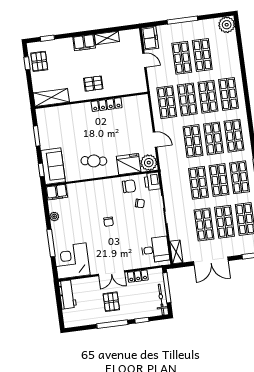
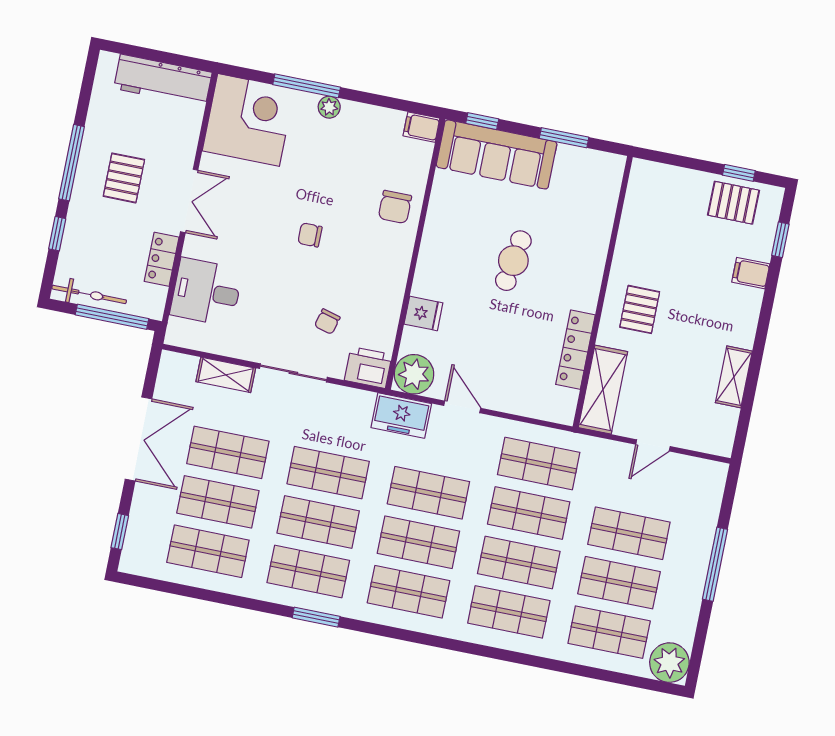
freezer: (150, 38) -> (401, 416), moved
filing cabinet: (84, 43) -> (751, 273), moved, width x0.50
shop shelf: (223, 52) -> (609, 632), added
shelving: (51, 98) -> (603, 390), moved
locker: (107, 105) -> (575, 350), moved
door: (155, 140) -> (462, 407), swing flipped
cafe table: (94, 161) -> (513, 261), moved
fridge: (129, 164) -> (423, 313), width x0.53, depth x0.75
sofa: (53, 166) -> (497, 154), width x1.36
chair: (129, 186) -> (395, 207), moved
filing cabinet: (57, 192) -> (421, 127), width x0.50
plant: (54, 217) -> (329, 107), moved
desk: (155, 250) -> (206, 292), moved, turned 90
shelving: (176, 252) -> (226, 375), moved
double door: (211, 261) -> (138, 439), swing flipped
double door: (111, 273) -> (189, 201), swing flipped
workbench: (67, 294) -> (163, 80), width x1.38
pallet: (111, 302) -> (124, 178), turned 90

